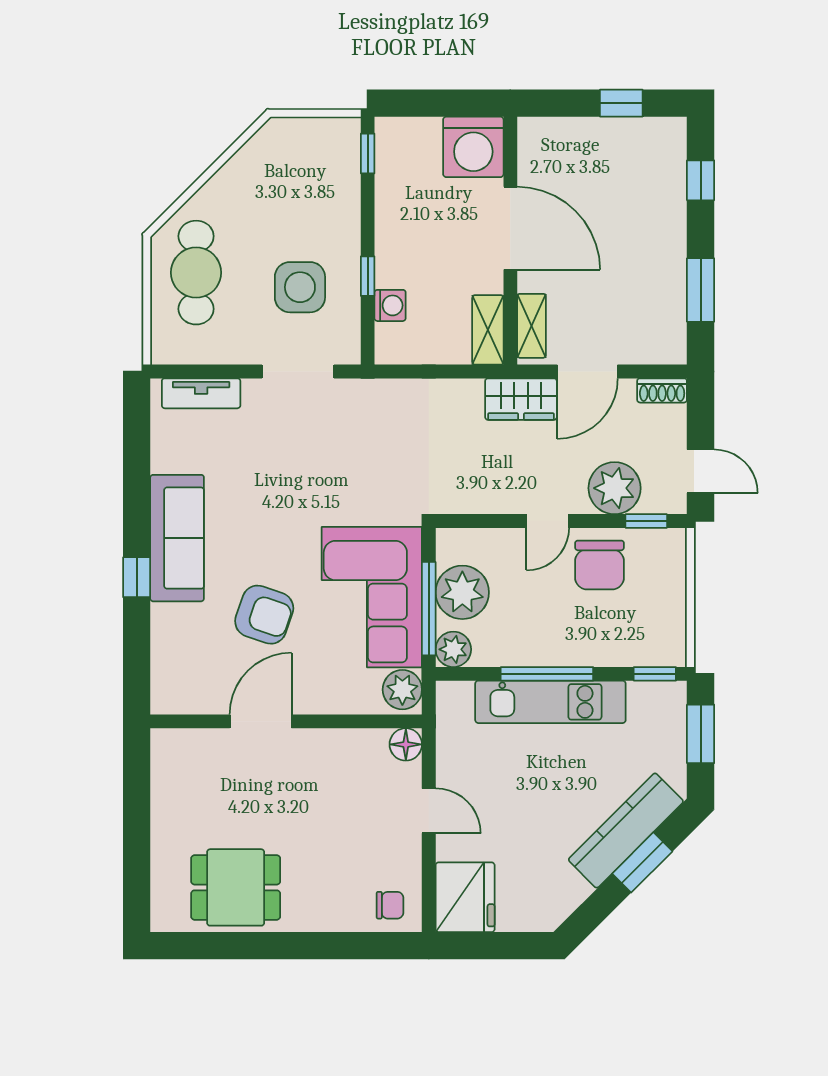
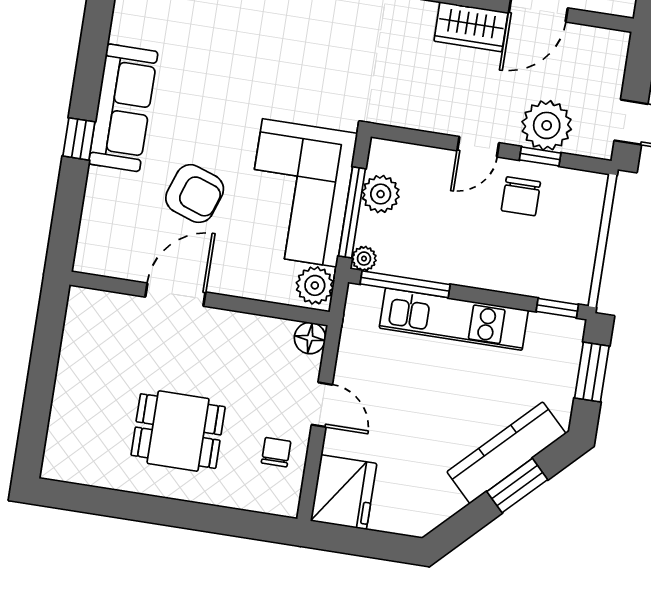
shoe rack: (662, 390) -> (606, 40), removed
window: (646, 521) -> (540, 156), moved
chair: (600, 565) -> (521, 196), width x0.73, depth x0.73
plant: (462, 592) -> (381, 194), width x0.73, depth x0.73
plant: (453, 649) -> (364, 259), width x0.73, depth x0.73
window: (547, 674) -> (405, 284), moved
dining table: (236, 887) -> (178, 431), moved
chair: (390, 905) -> (276, 452), moved, turned -90

